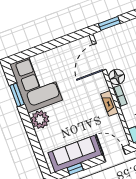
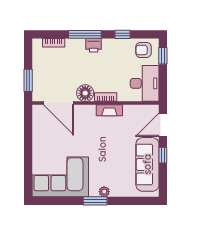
window: (17, 95) -> (95, 201), moved
plant: (40, 120) -> (104, 192), width x0.53, depth x0.53
window: (75, 169) -> (163, 155), moved

